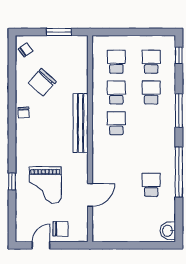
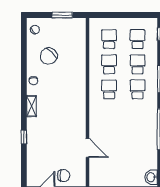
bench: (81, 123) -> (80, 89), removed
shelving: (21, 144) -> (31, 106), added
grand piano: (45, 185) -> (51, 140), removed
school desk: (151, 185) -> (138, 89), moved
door: (90, 195) -> (88, 148), hinge flipped

